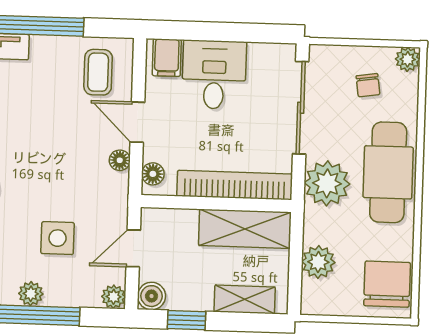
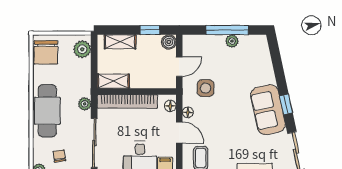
plant: (327, 183) -> (85, 104), width x0.53, depth x0.53
shelving: (245, 229) -> (113, 81), width x0.67, depth x0.75
side table: (58, 238) -> (206, 88), moved
plant: (318, 262) -> (82, 49), moved
plant: (114, 297) -> (189, 41), removed

